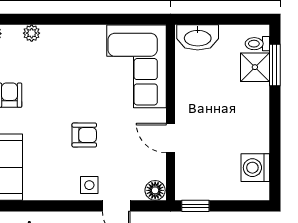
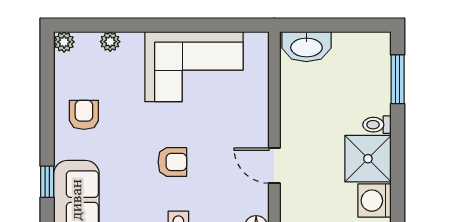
toilet: (257, 44) -> (377, 125), moved
corner sofa: (136, 66) -> (194, 67), moved, turned -90
shower: (255, 67) -> (368, 159), moved, width x1.36, depth x1.36

